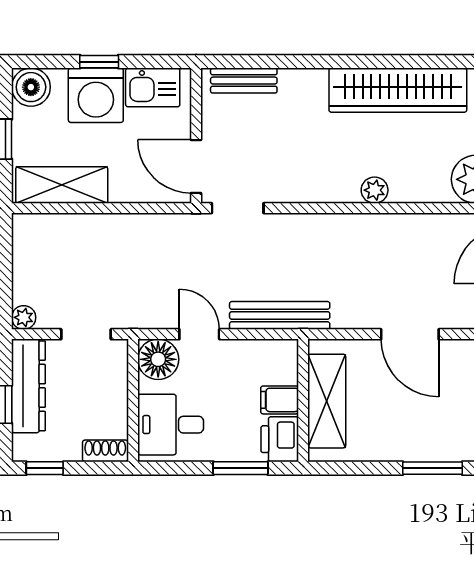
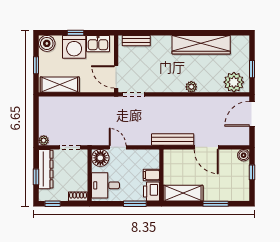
bench: (280, 315) -> (173, 139), moved
shelving: (327, 401) -> (183, 193), moved, turned 90

